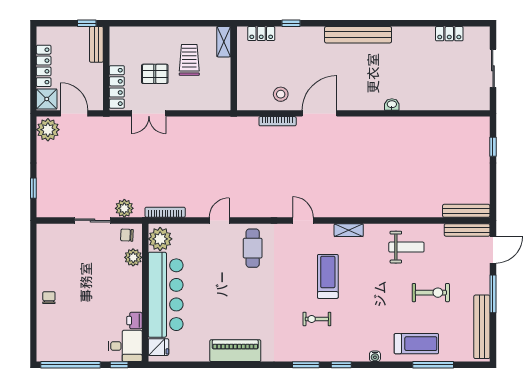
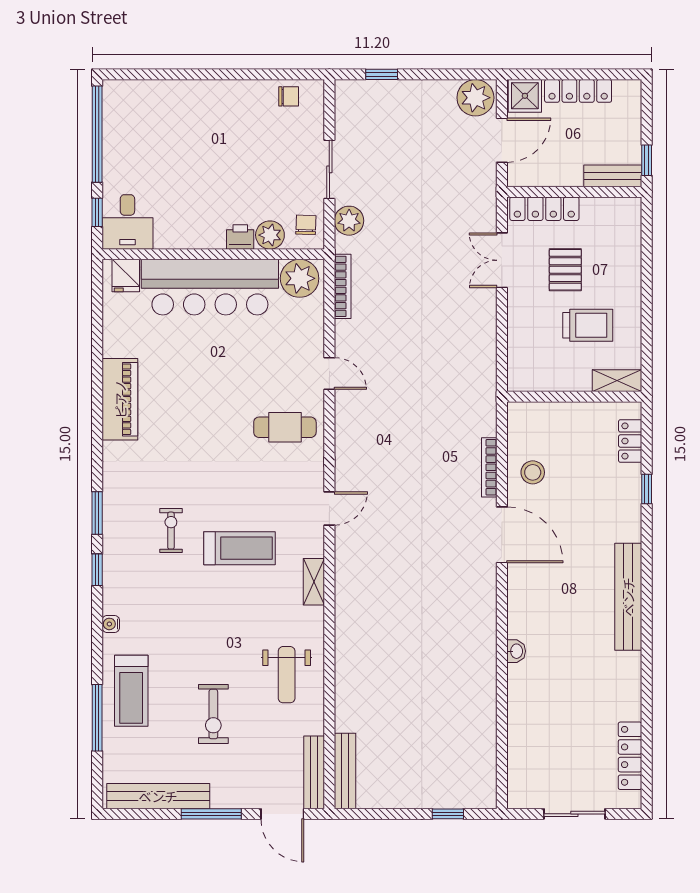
locker: (449, 34) -> (630, 756), width x1.53
chair: (49, 298) -> (289, 96), moved
printer: (134, 321) -> (240, 237), moved

